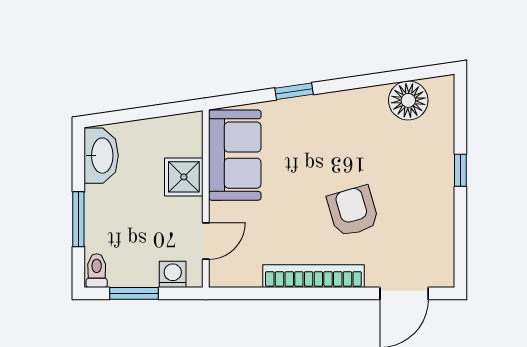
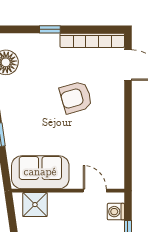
shower: (184, 177) -> (35, 205), moved
bookcase: (313, 276) -> (92, 40), moved, turned -90

